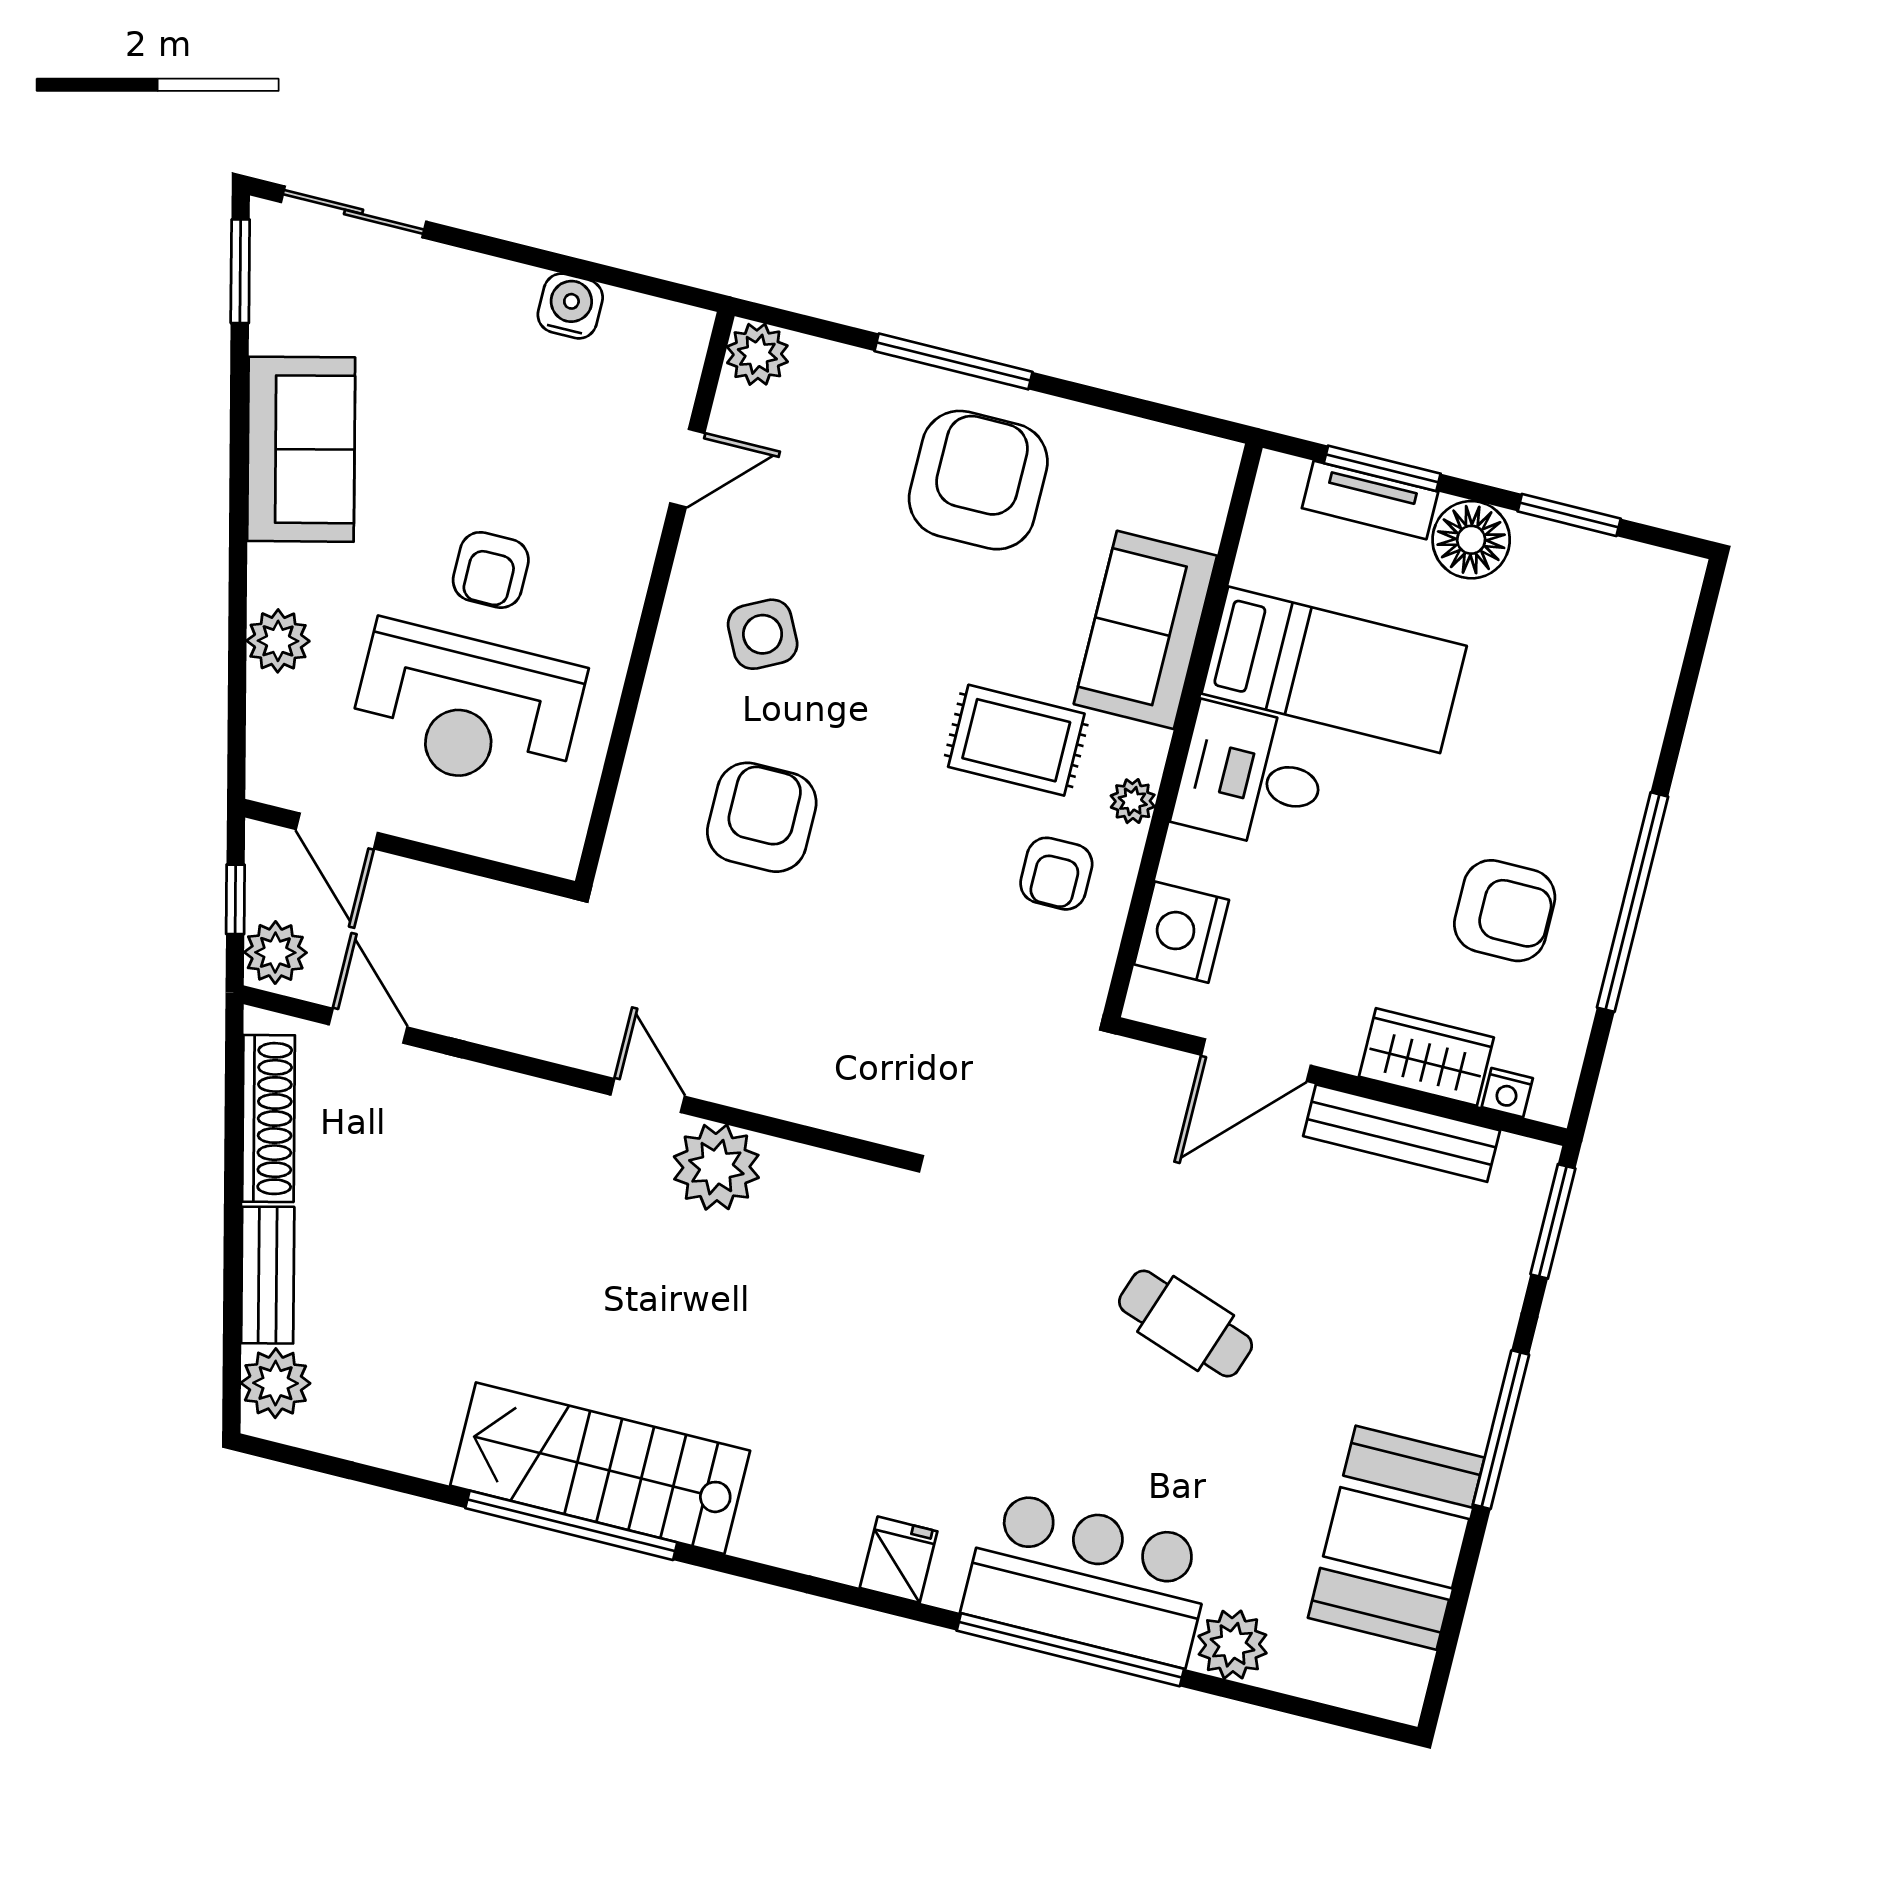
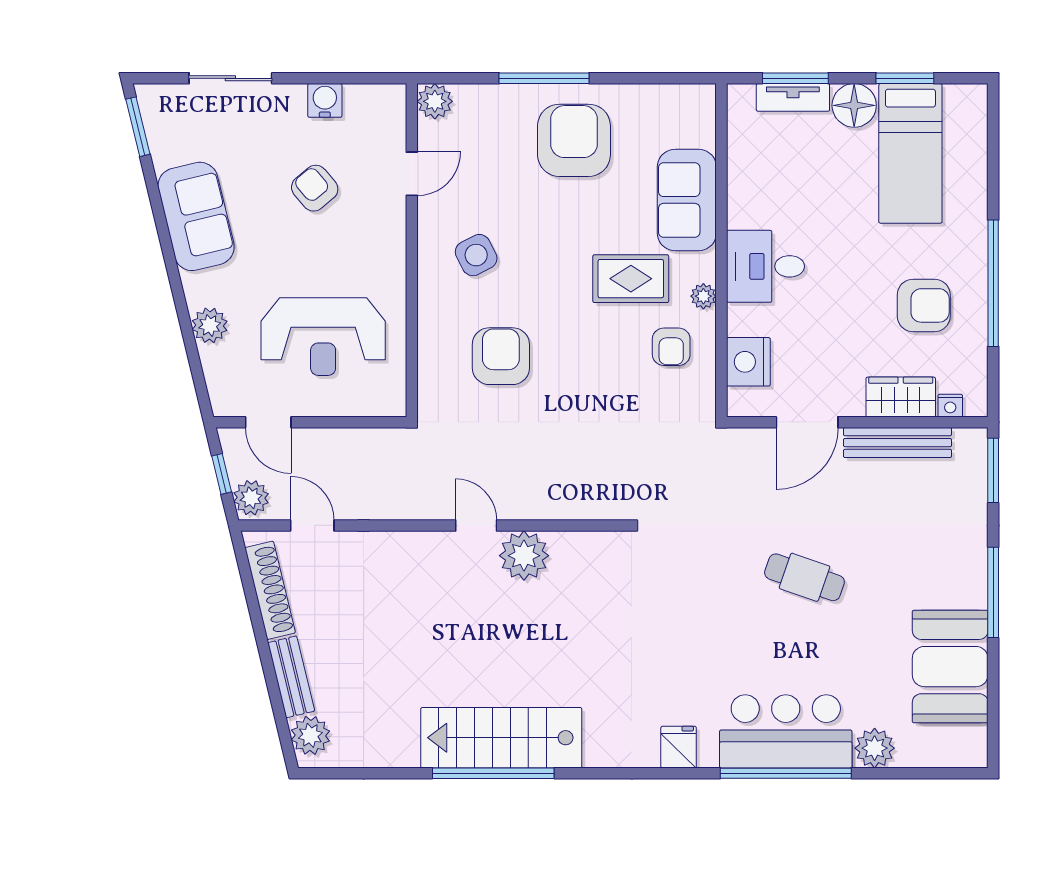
sliding door: (354, 212) -> (230, 78), moved
armchair: (491, 570) -> (315, 188), moved, turned 140
bed: (1334, 670) -> (910, 153), moved, turned 90

